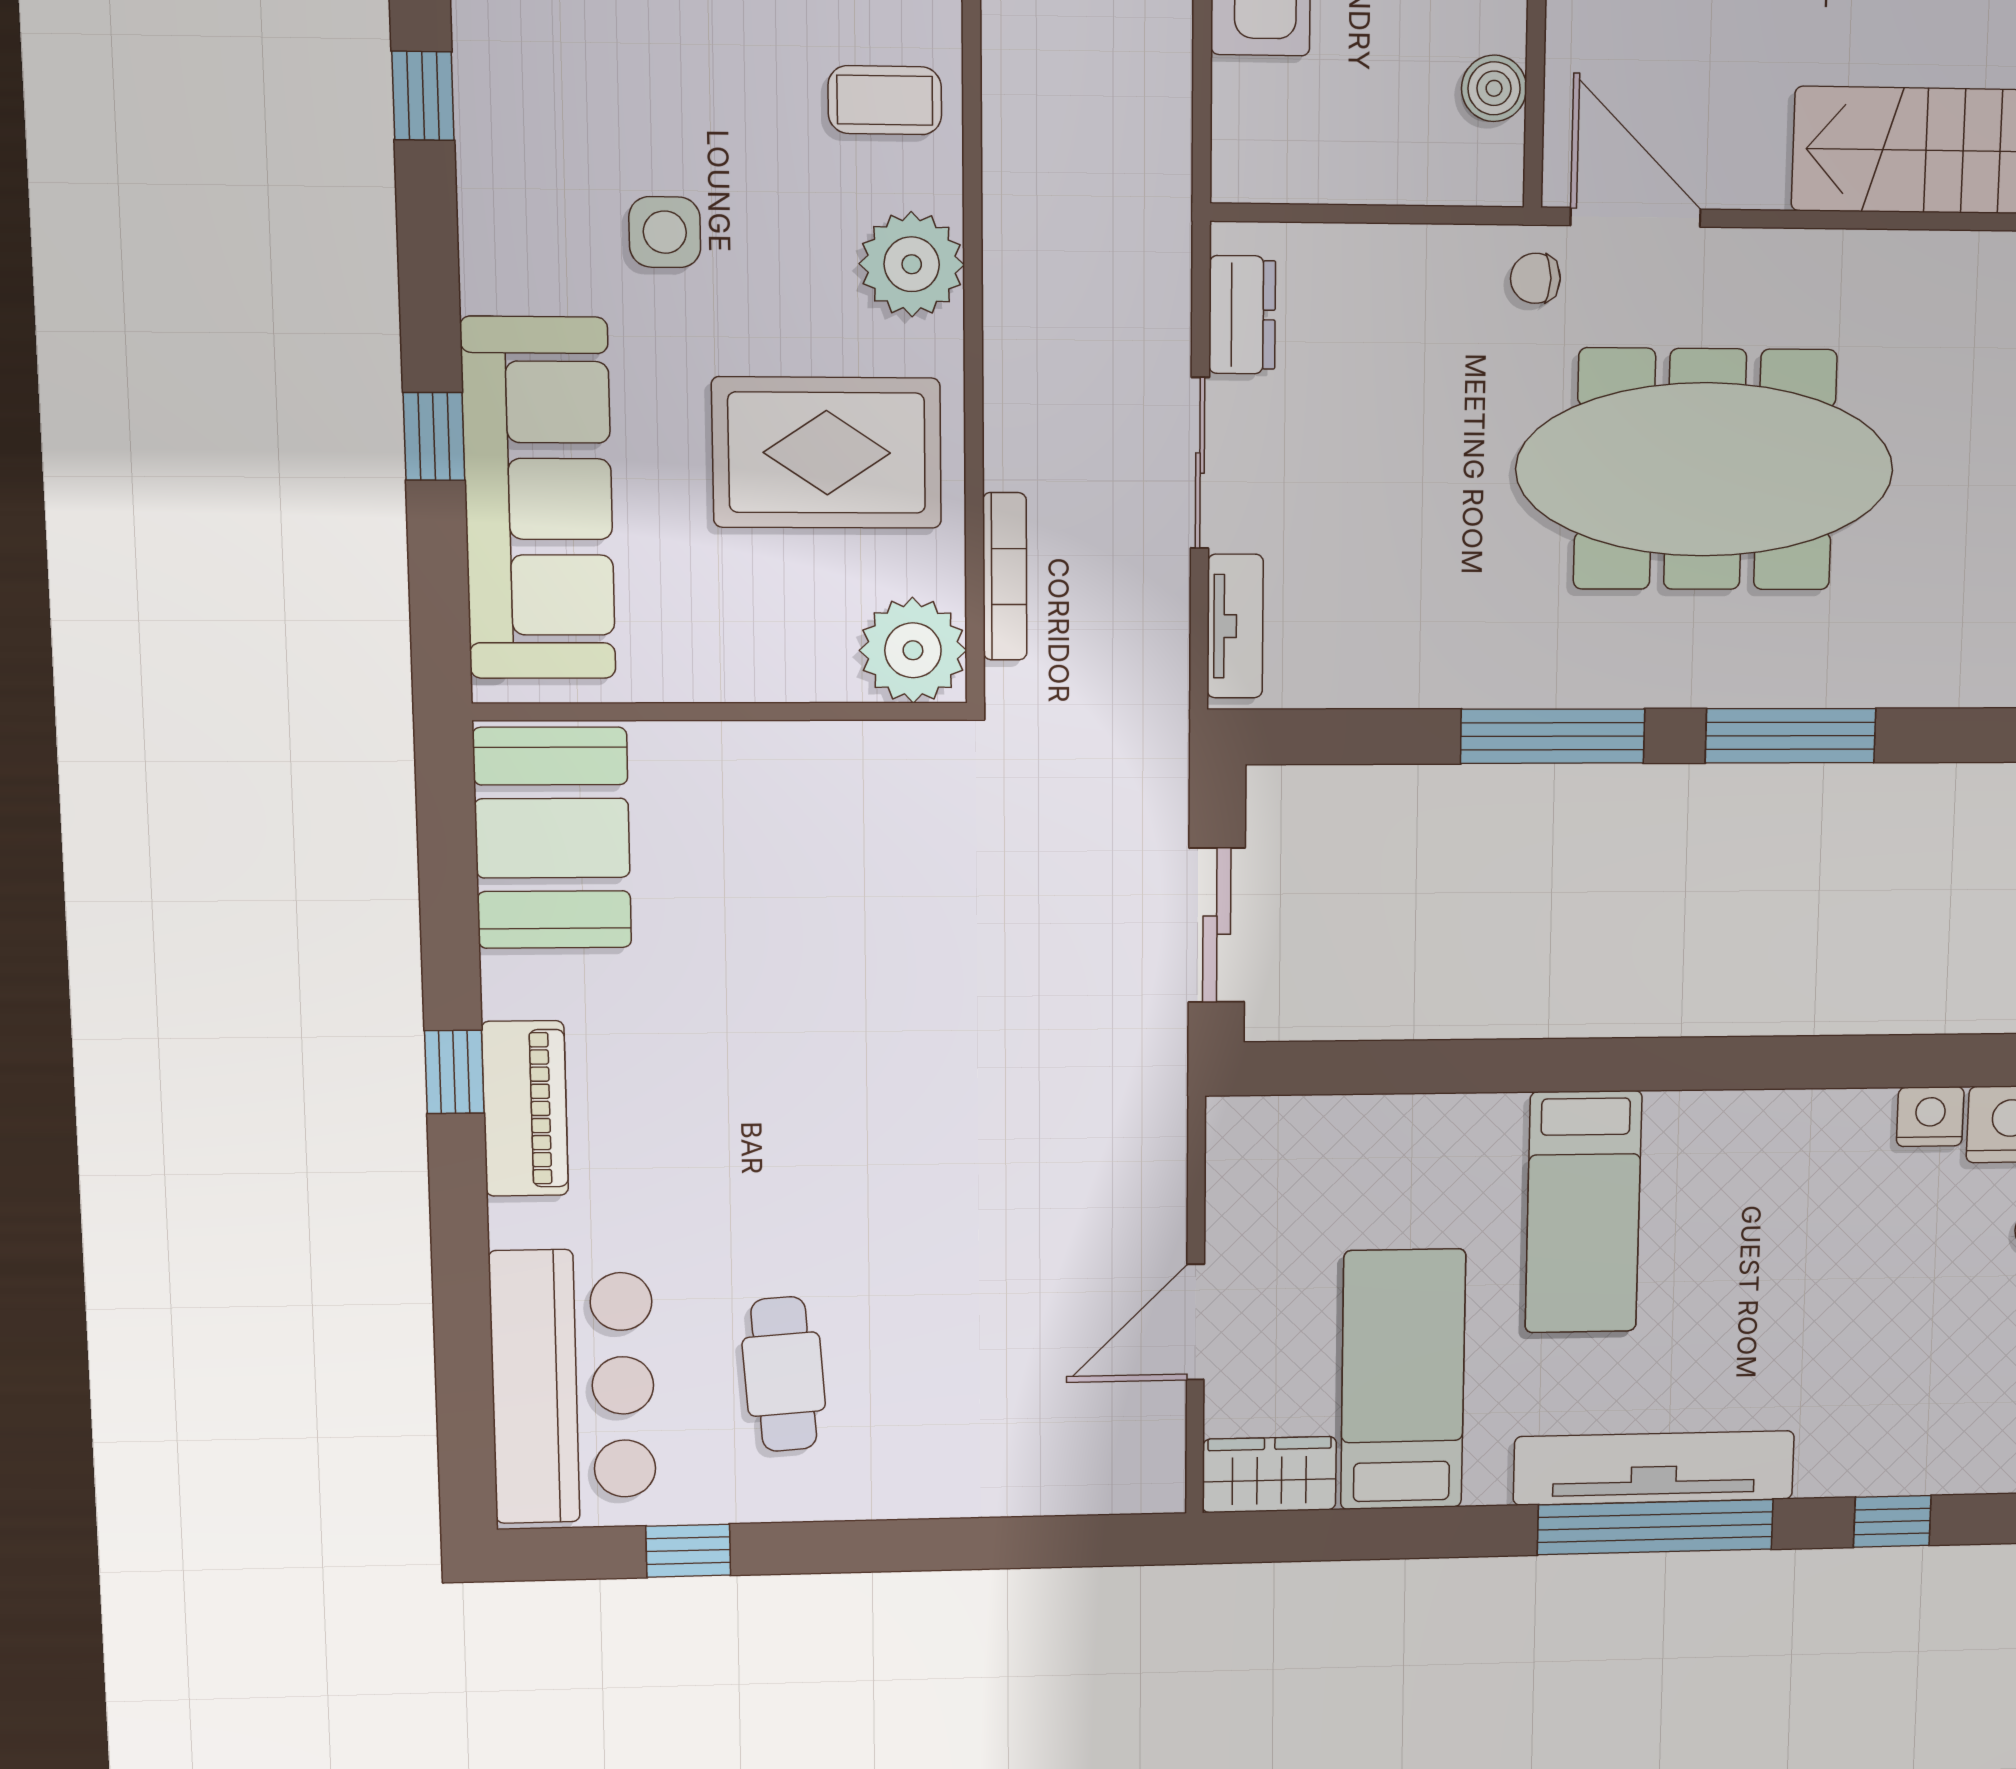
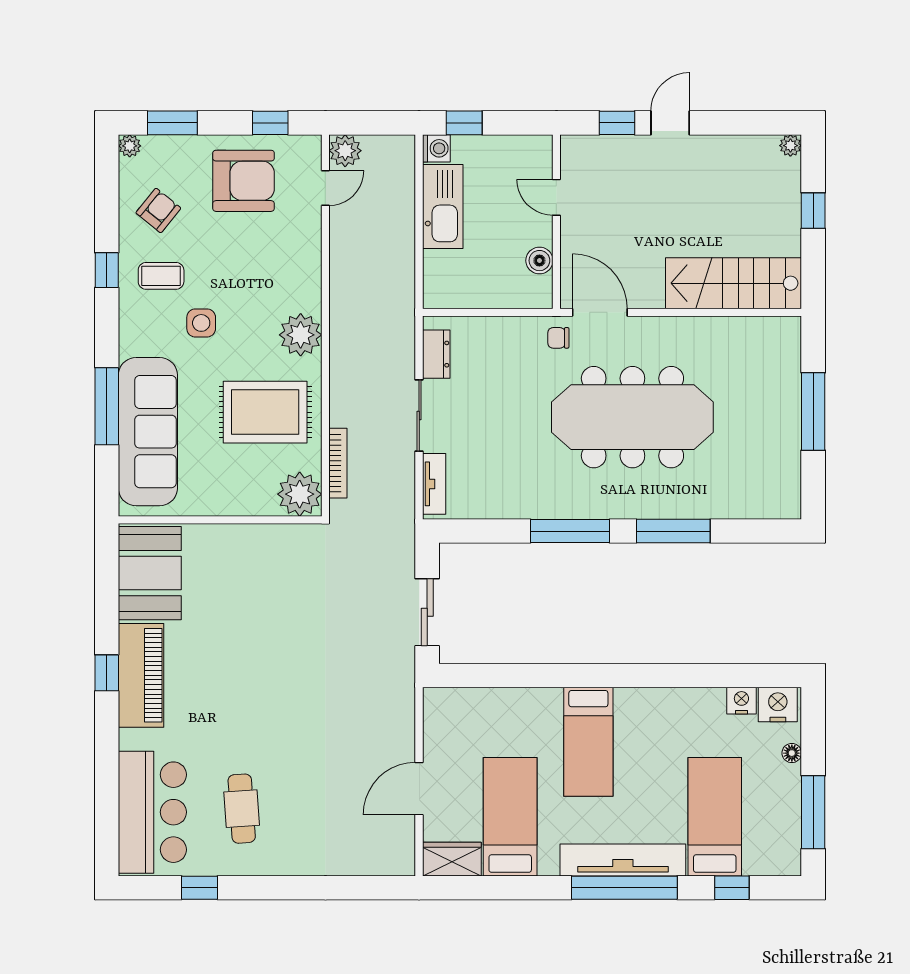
coffee table: (885, 100) -> (161, 276), moved
window: (434, 436) -> (107, 406), width x2.17
piano: (525, 1109) -> (141, 675), width x1.37, depth x1.33
bed: (1861, 1371) -> (715, 817), added

